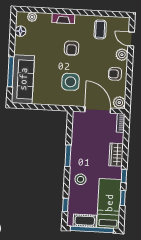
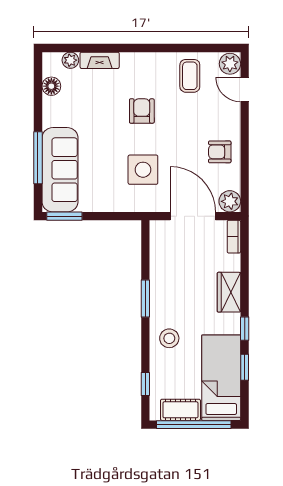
fireplace: (63, 19) -> (100, 60), moved
armchair: (72, 48) -> (142, 111), turned 180
plant: (122, 55) -> (230, 64), moved
window: (24, 106) -> (64, 216), added

